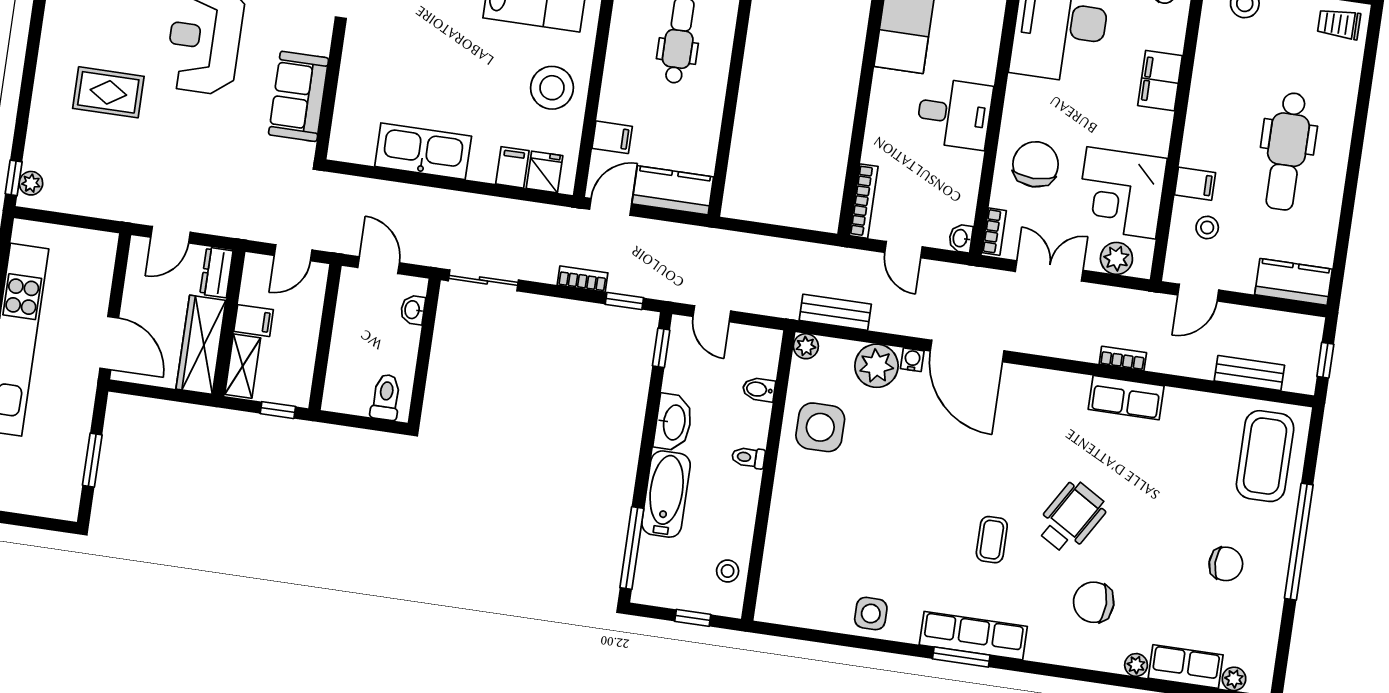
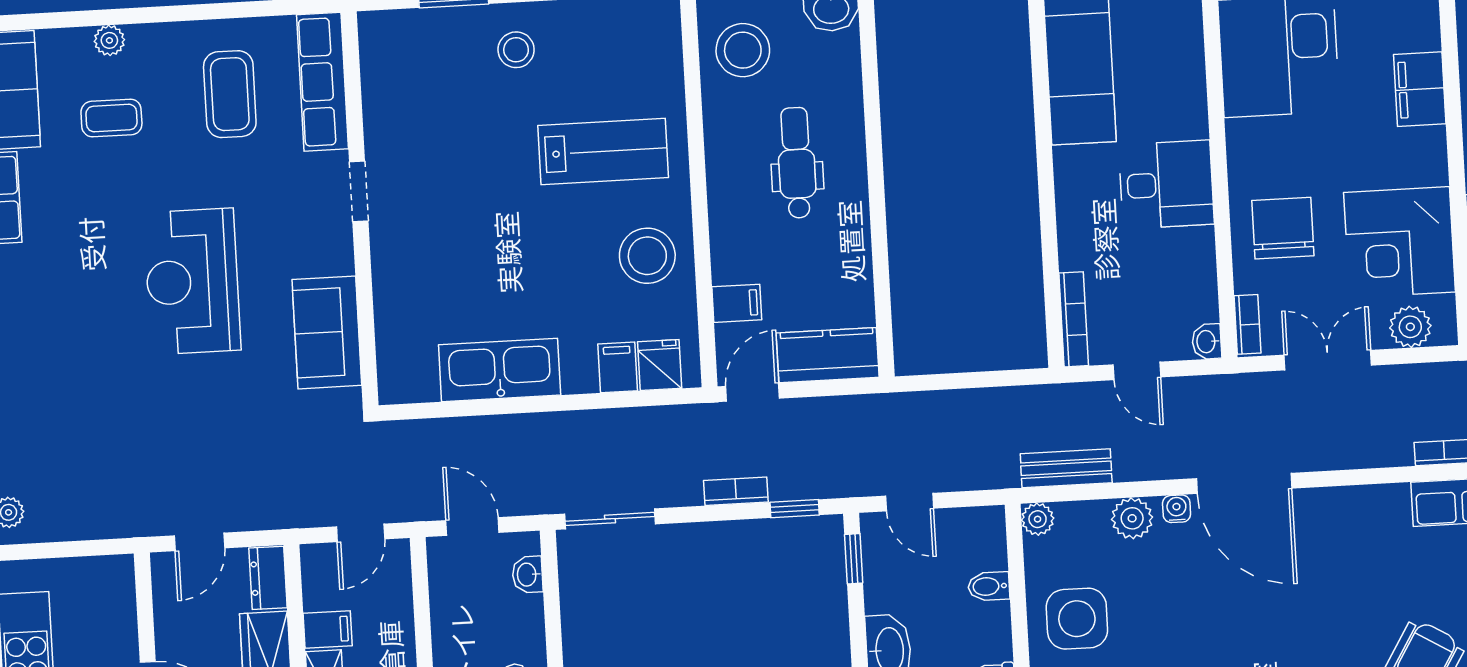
rug: (108, 92) -> (84, 377), removed
plant: (876, 366) -> (1132, 518), width x0.73, depth x0.73

